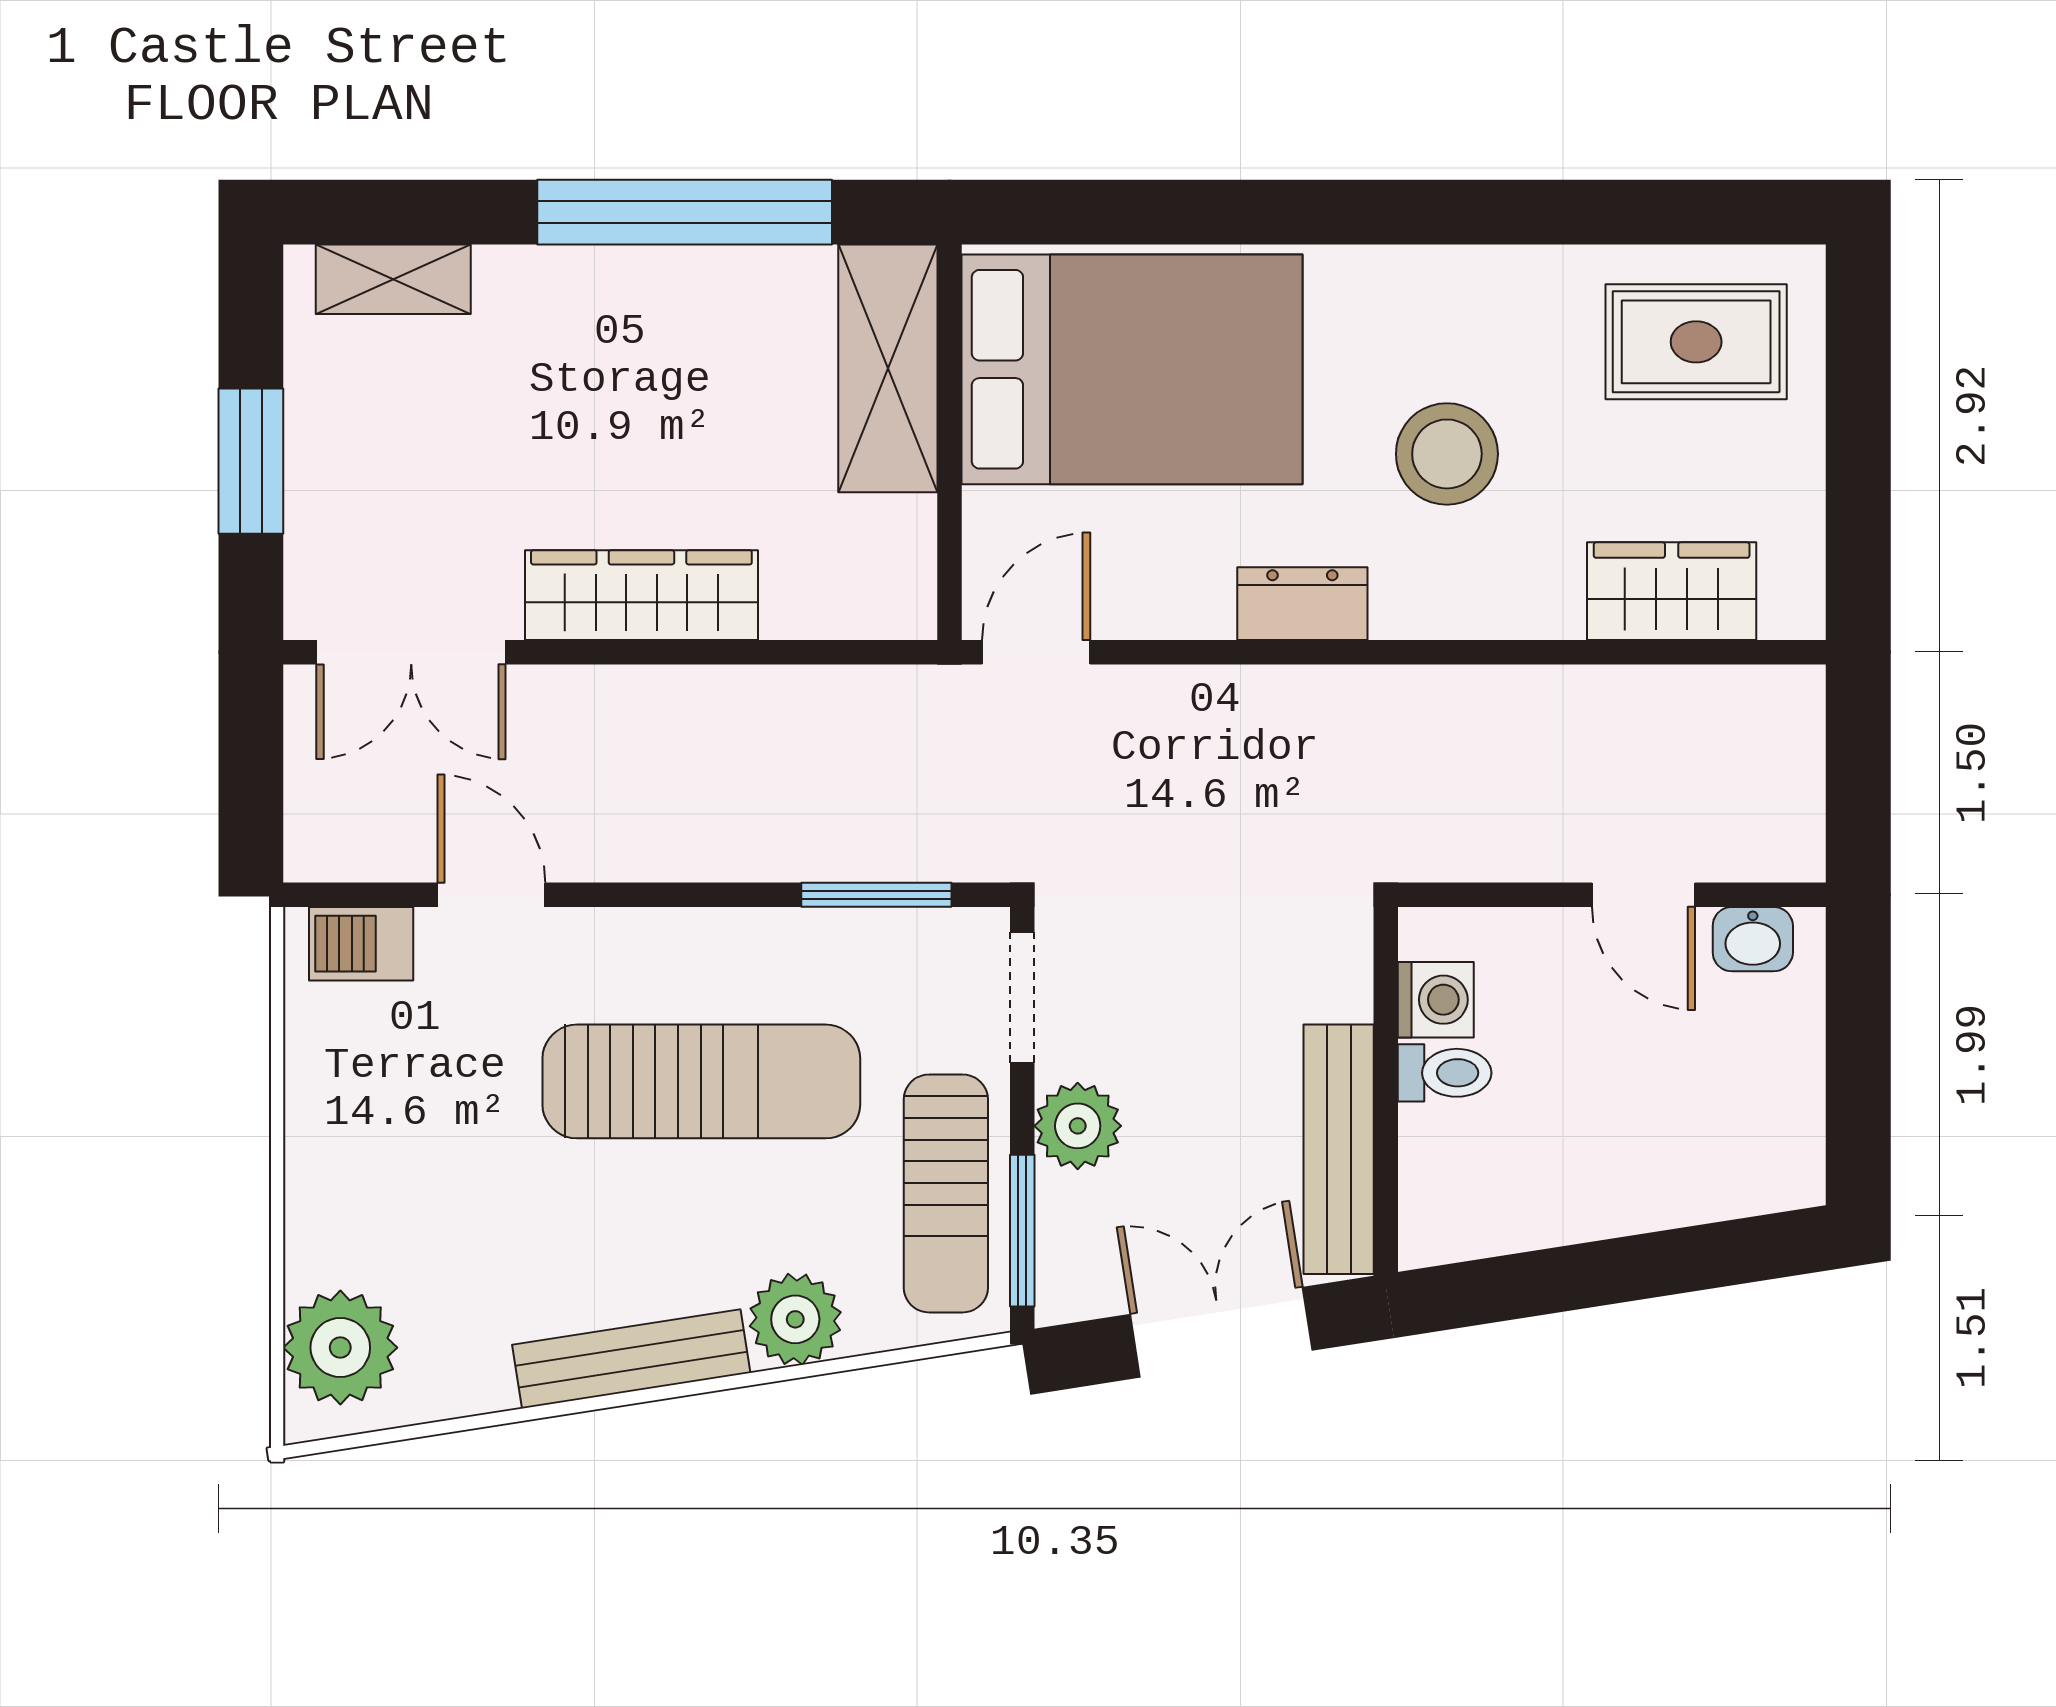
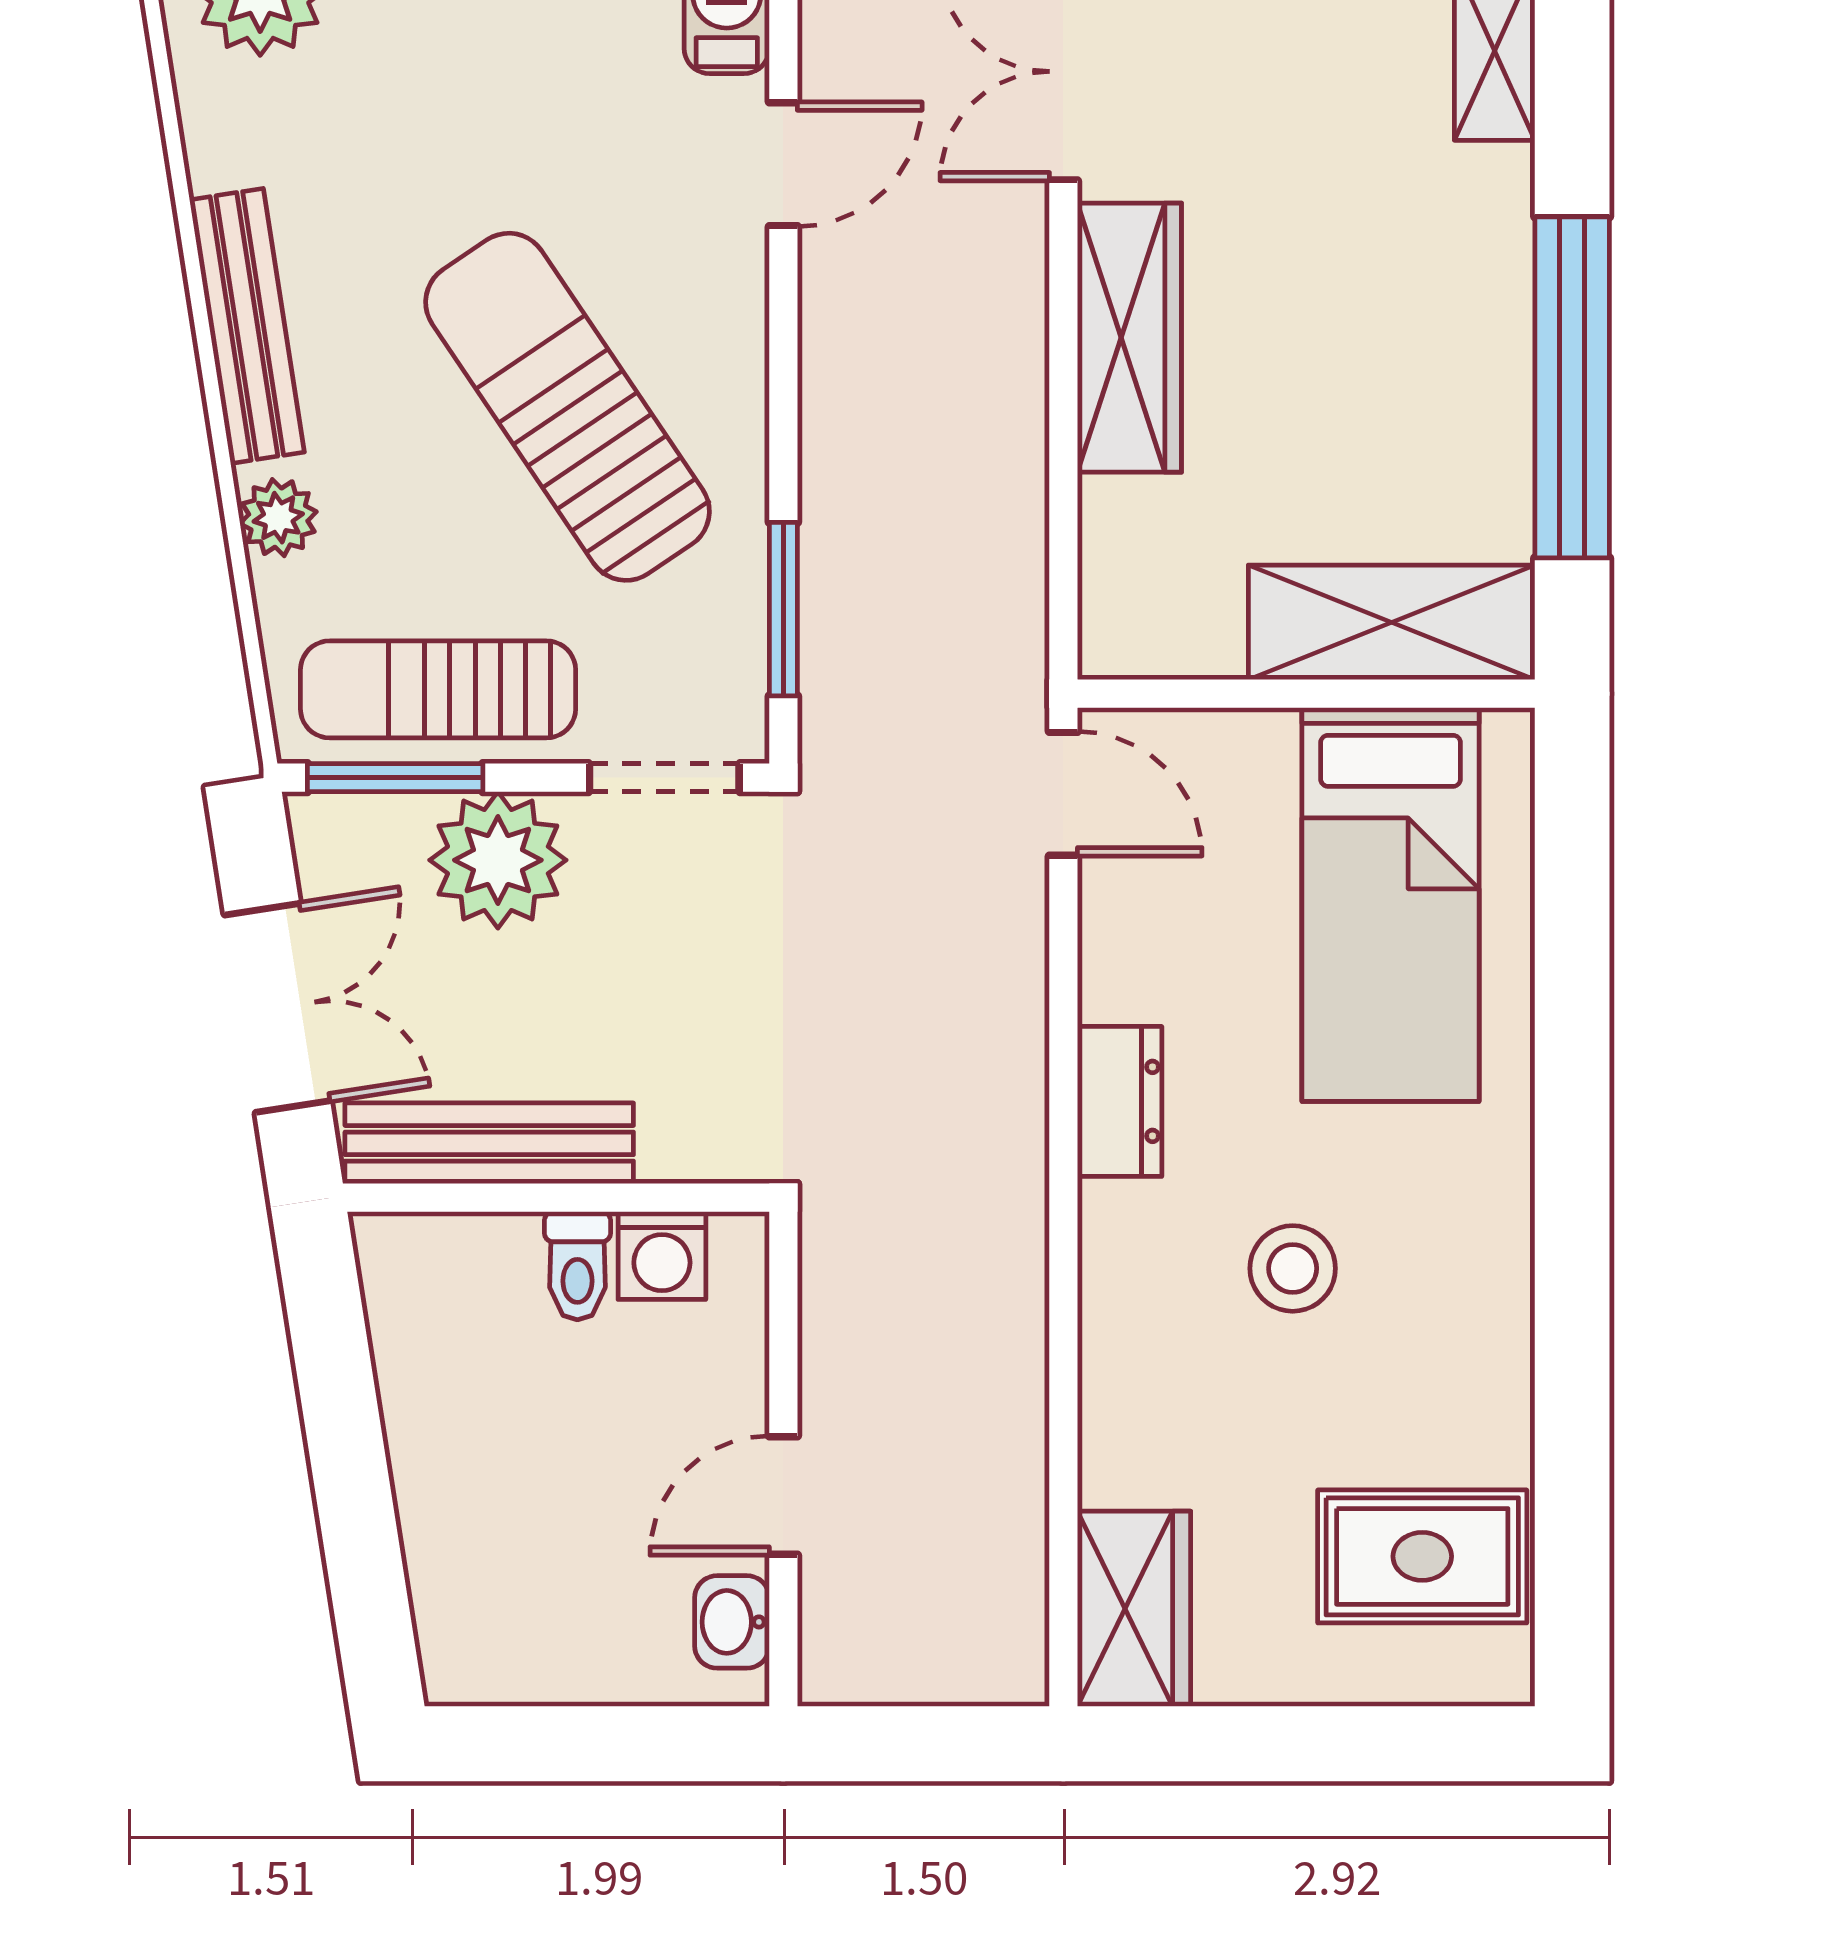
rug: (1696, 342) -> (1422, 1556), turned 90
bed: (1132, 369) -> (1391, 905), width x0.67
stool: (1447, 454) -> (1293, 1268), width x0.73, depth x0.73
wardrobe: (1672, 591) -> (1134, 1609), moved
sun lounger: (701, 1081) -> (567, 407), turned 146
plant: (1078, 1126) -> (498, 860), width x1.36, depth x1.36
plant: (795, 1319) -> (278, 518), width x0.73, depth x0.73

